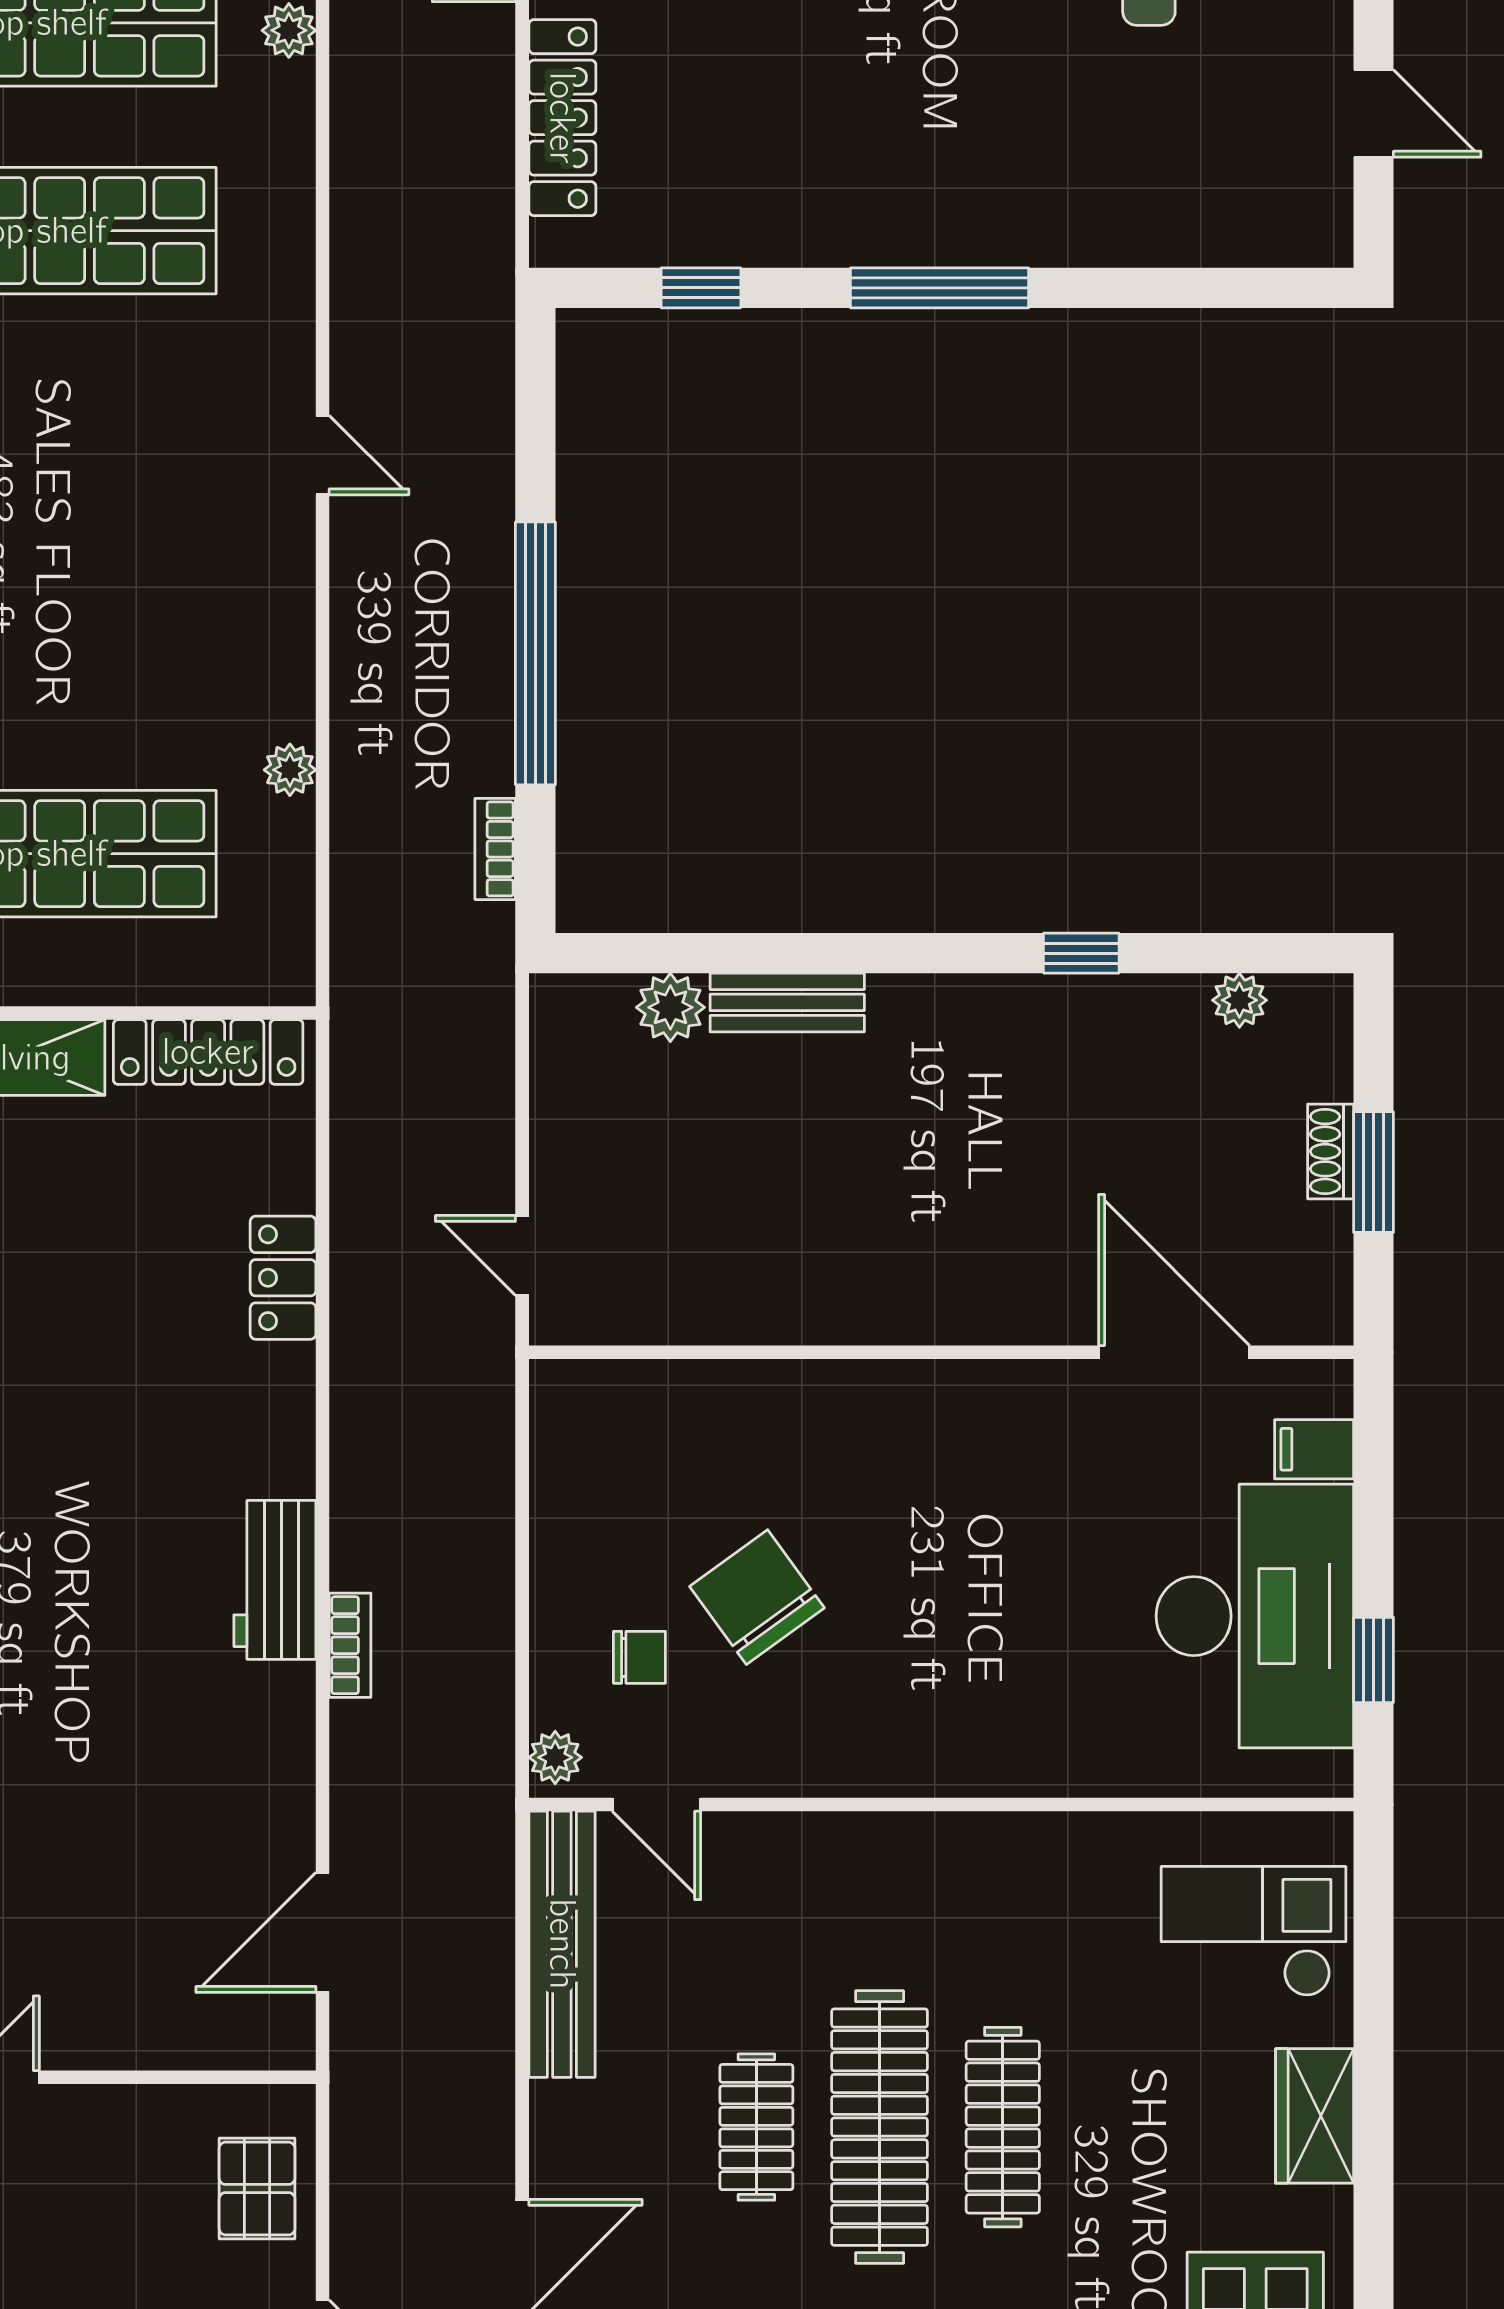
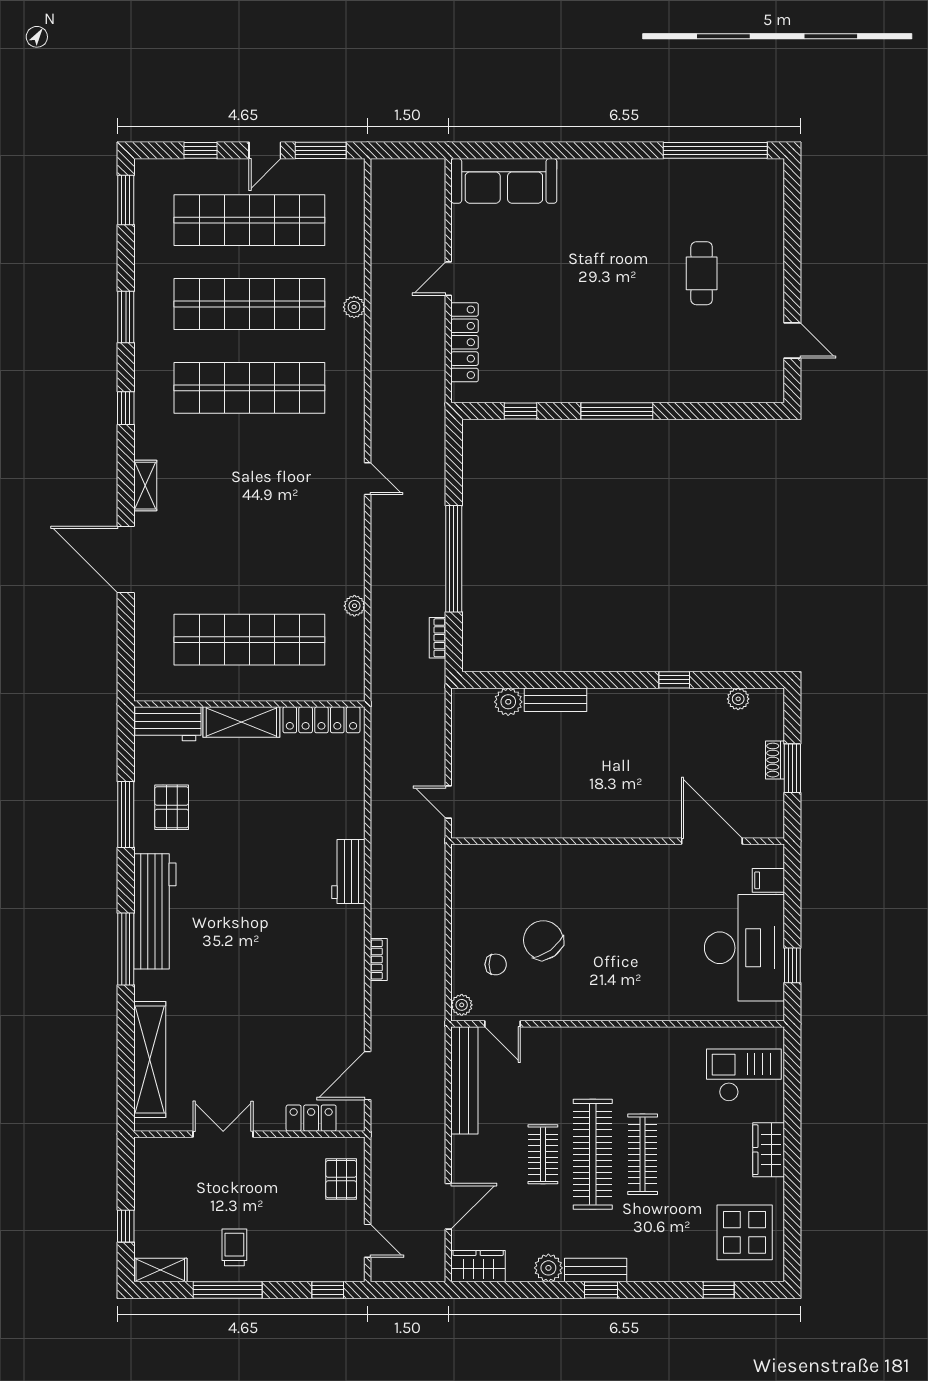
locker: (283, 1278) -> (311, 1118), moved, turned 90
workbench: (275, 1580) -> (348, 872), moved

